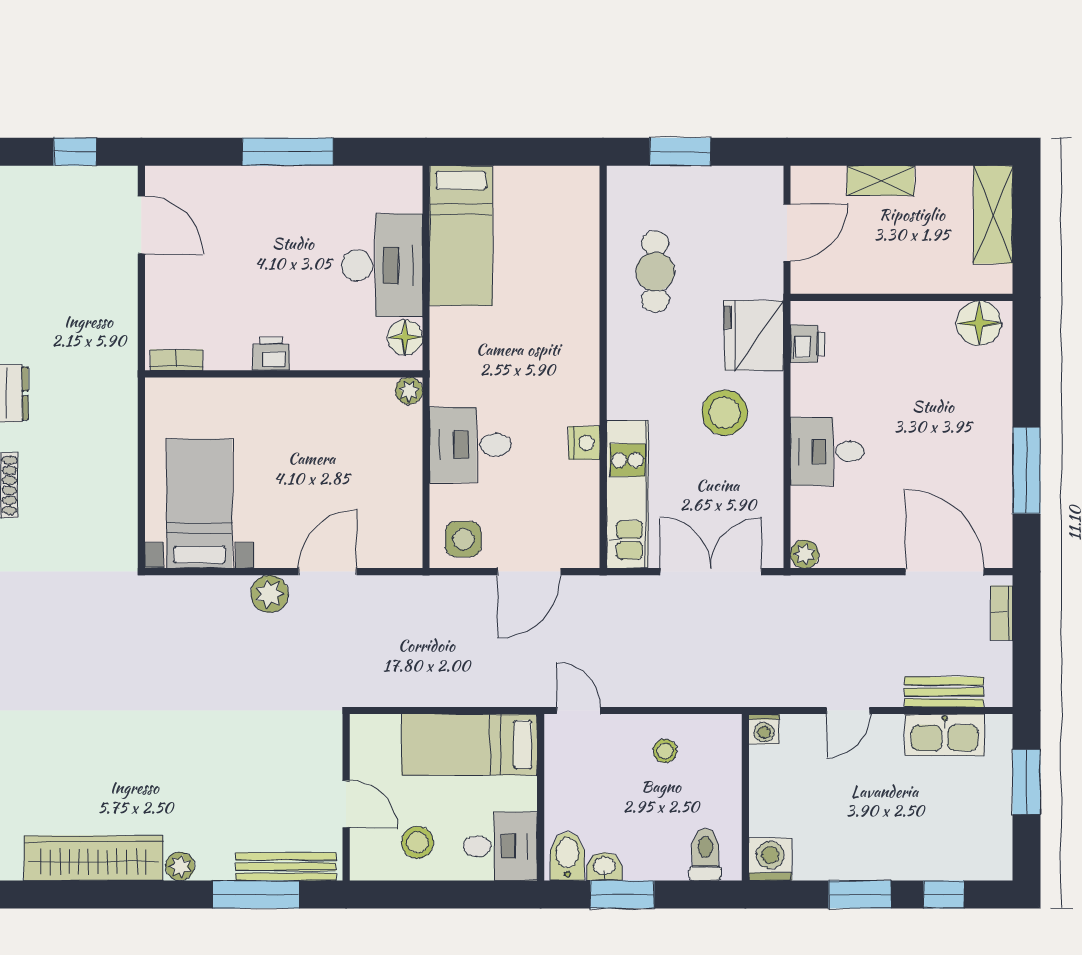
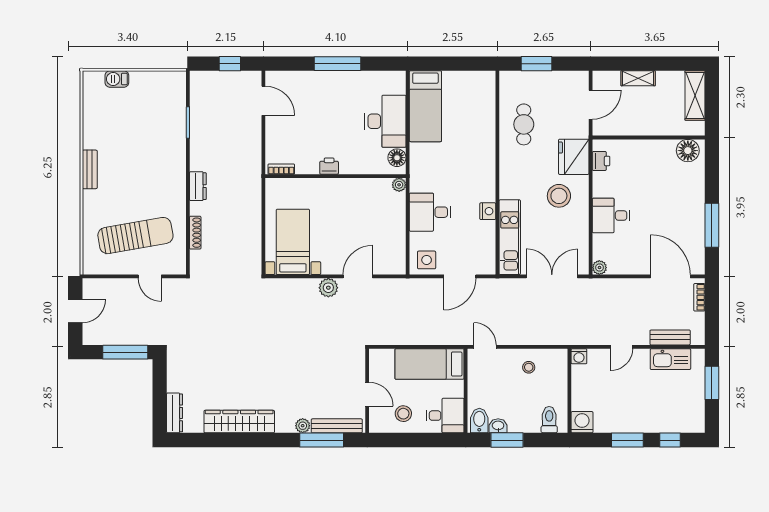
plant: (180, 866) -> (303, 426), moved

